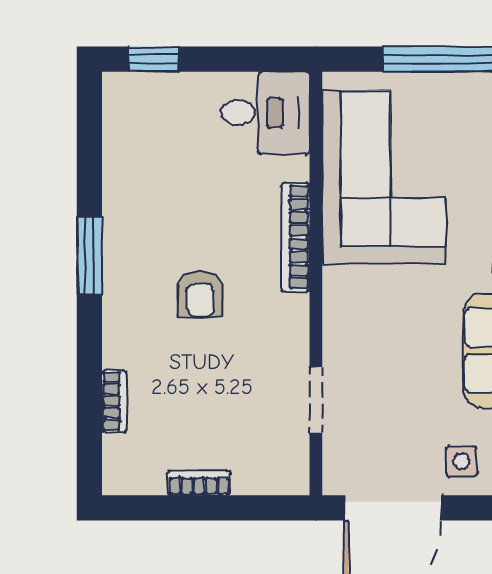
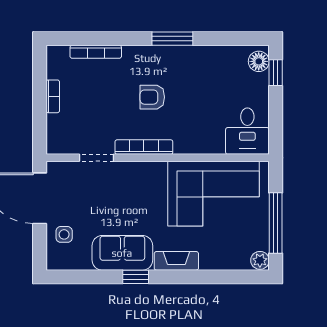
floor lamp: (133, 91) -> (259, 61), added
bookcase: (296, 237) -> (144, 147), moved
bookcase: (114, 401) -> (96, 52), width x1.56

